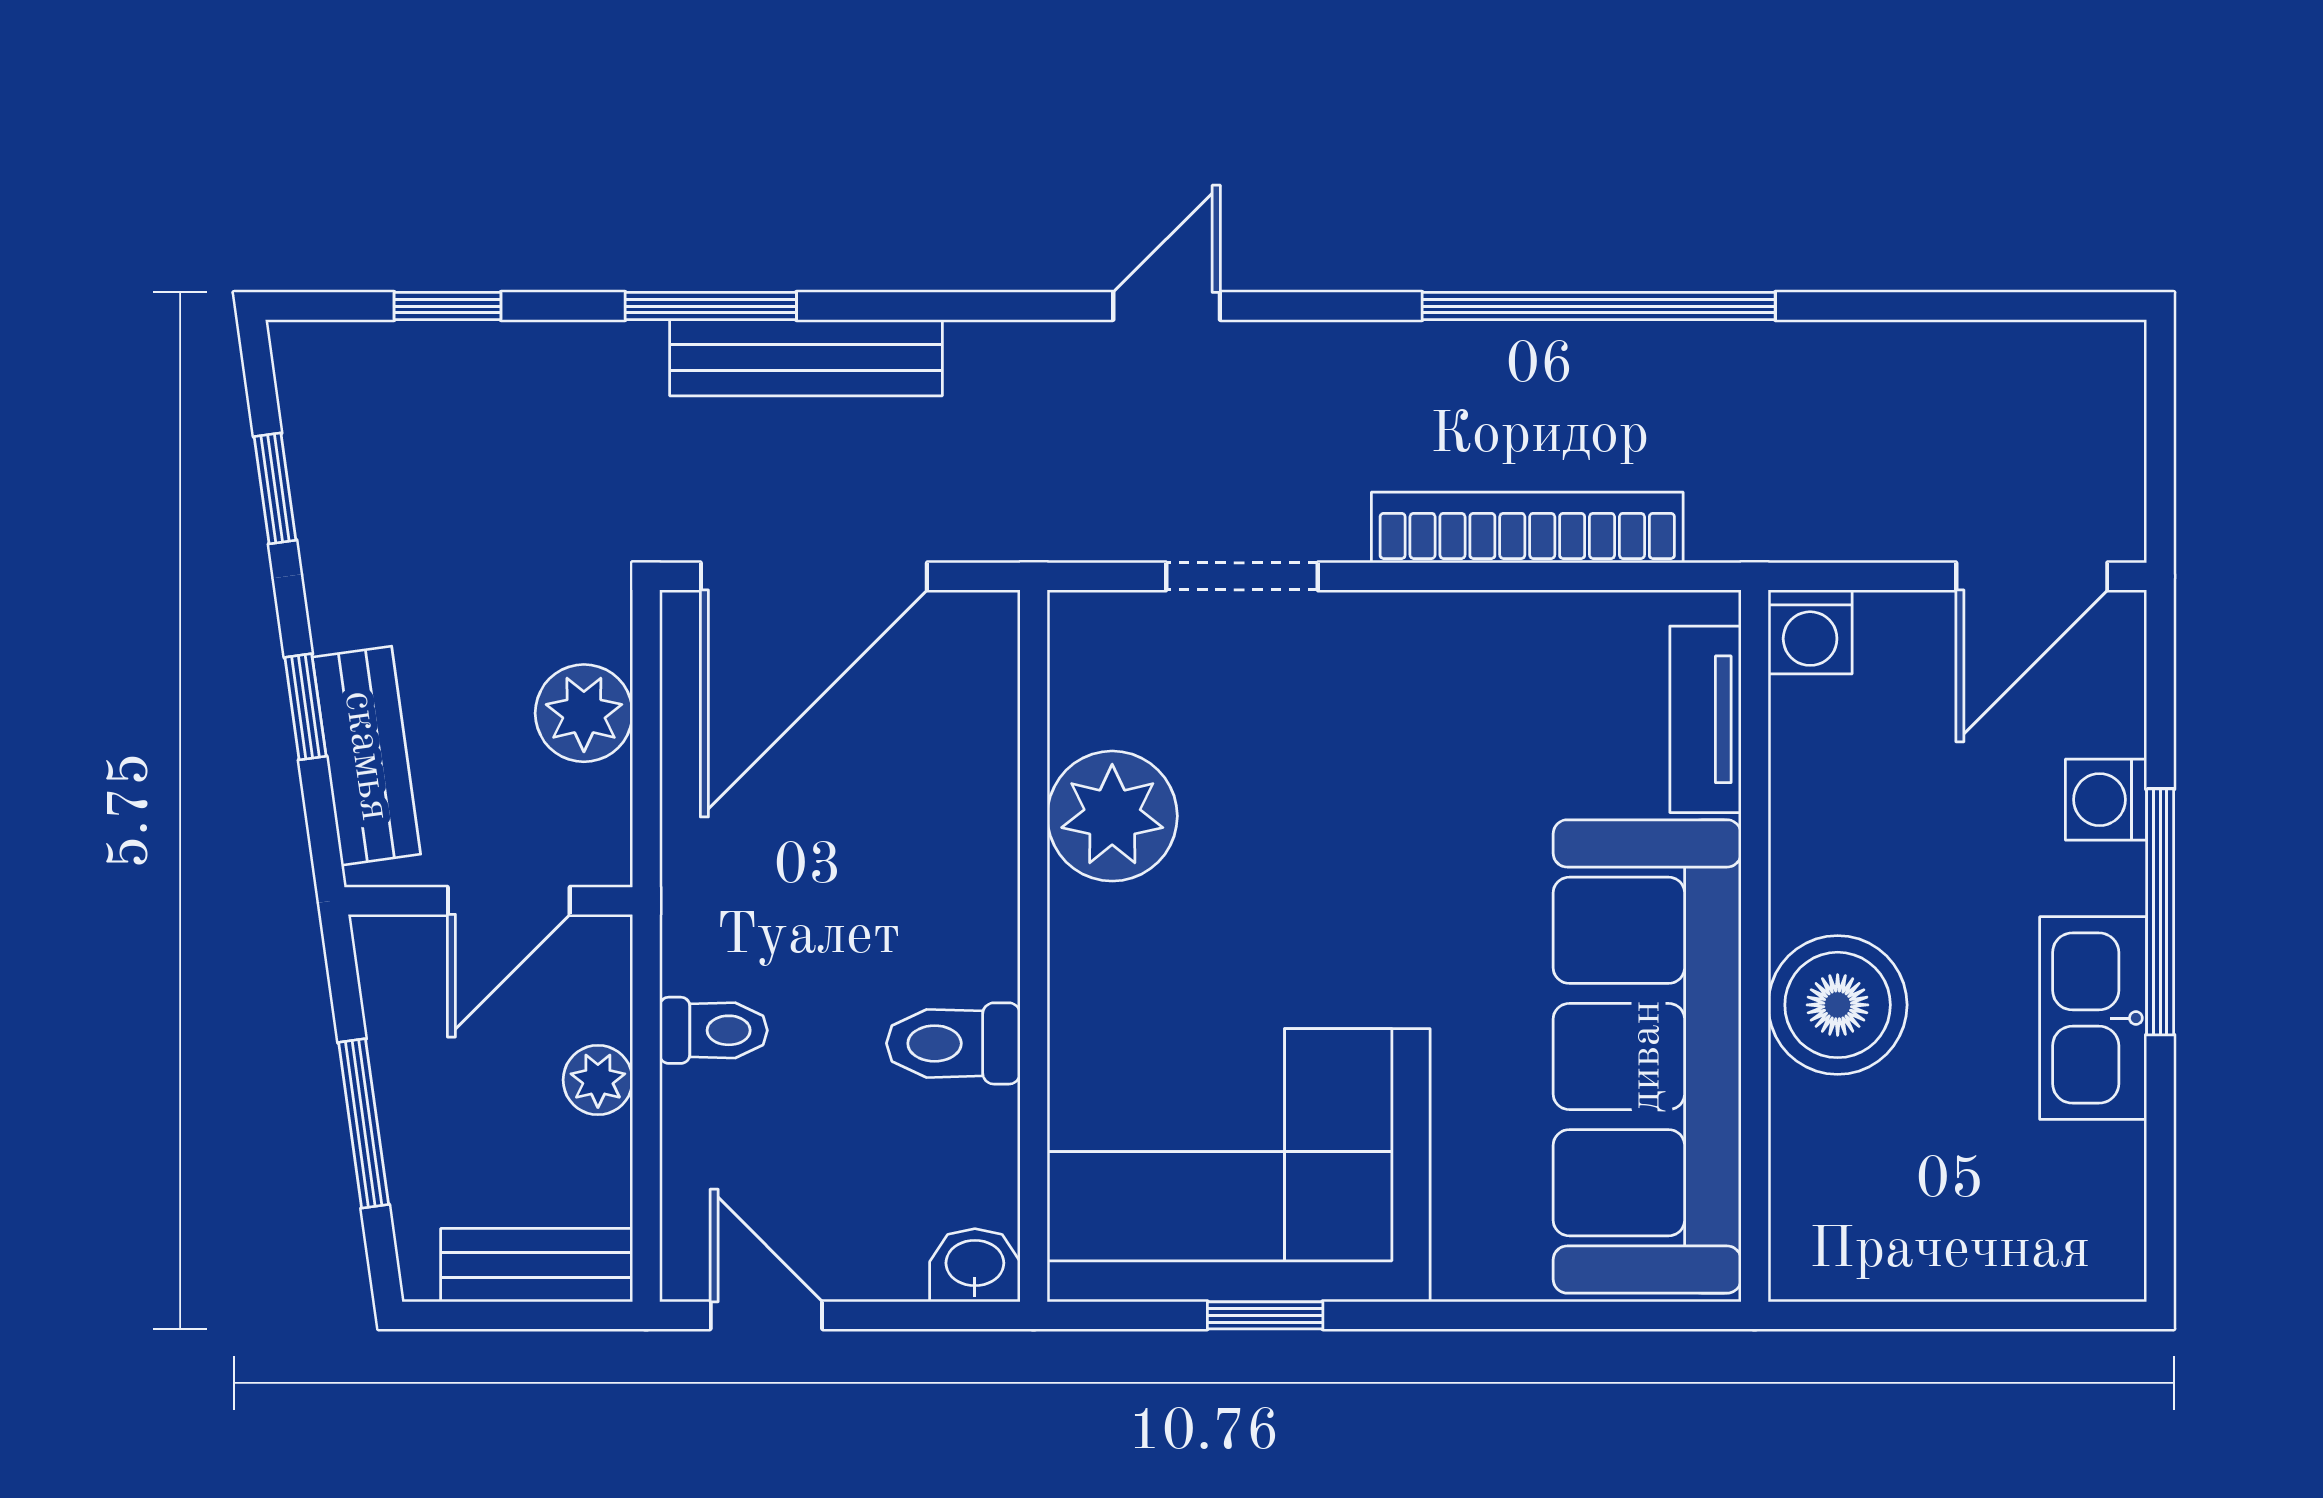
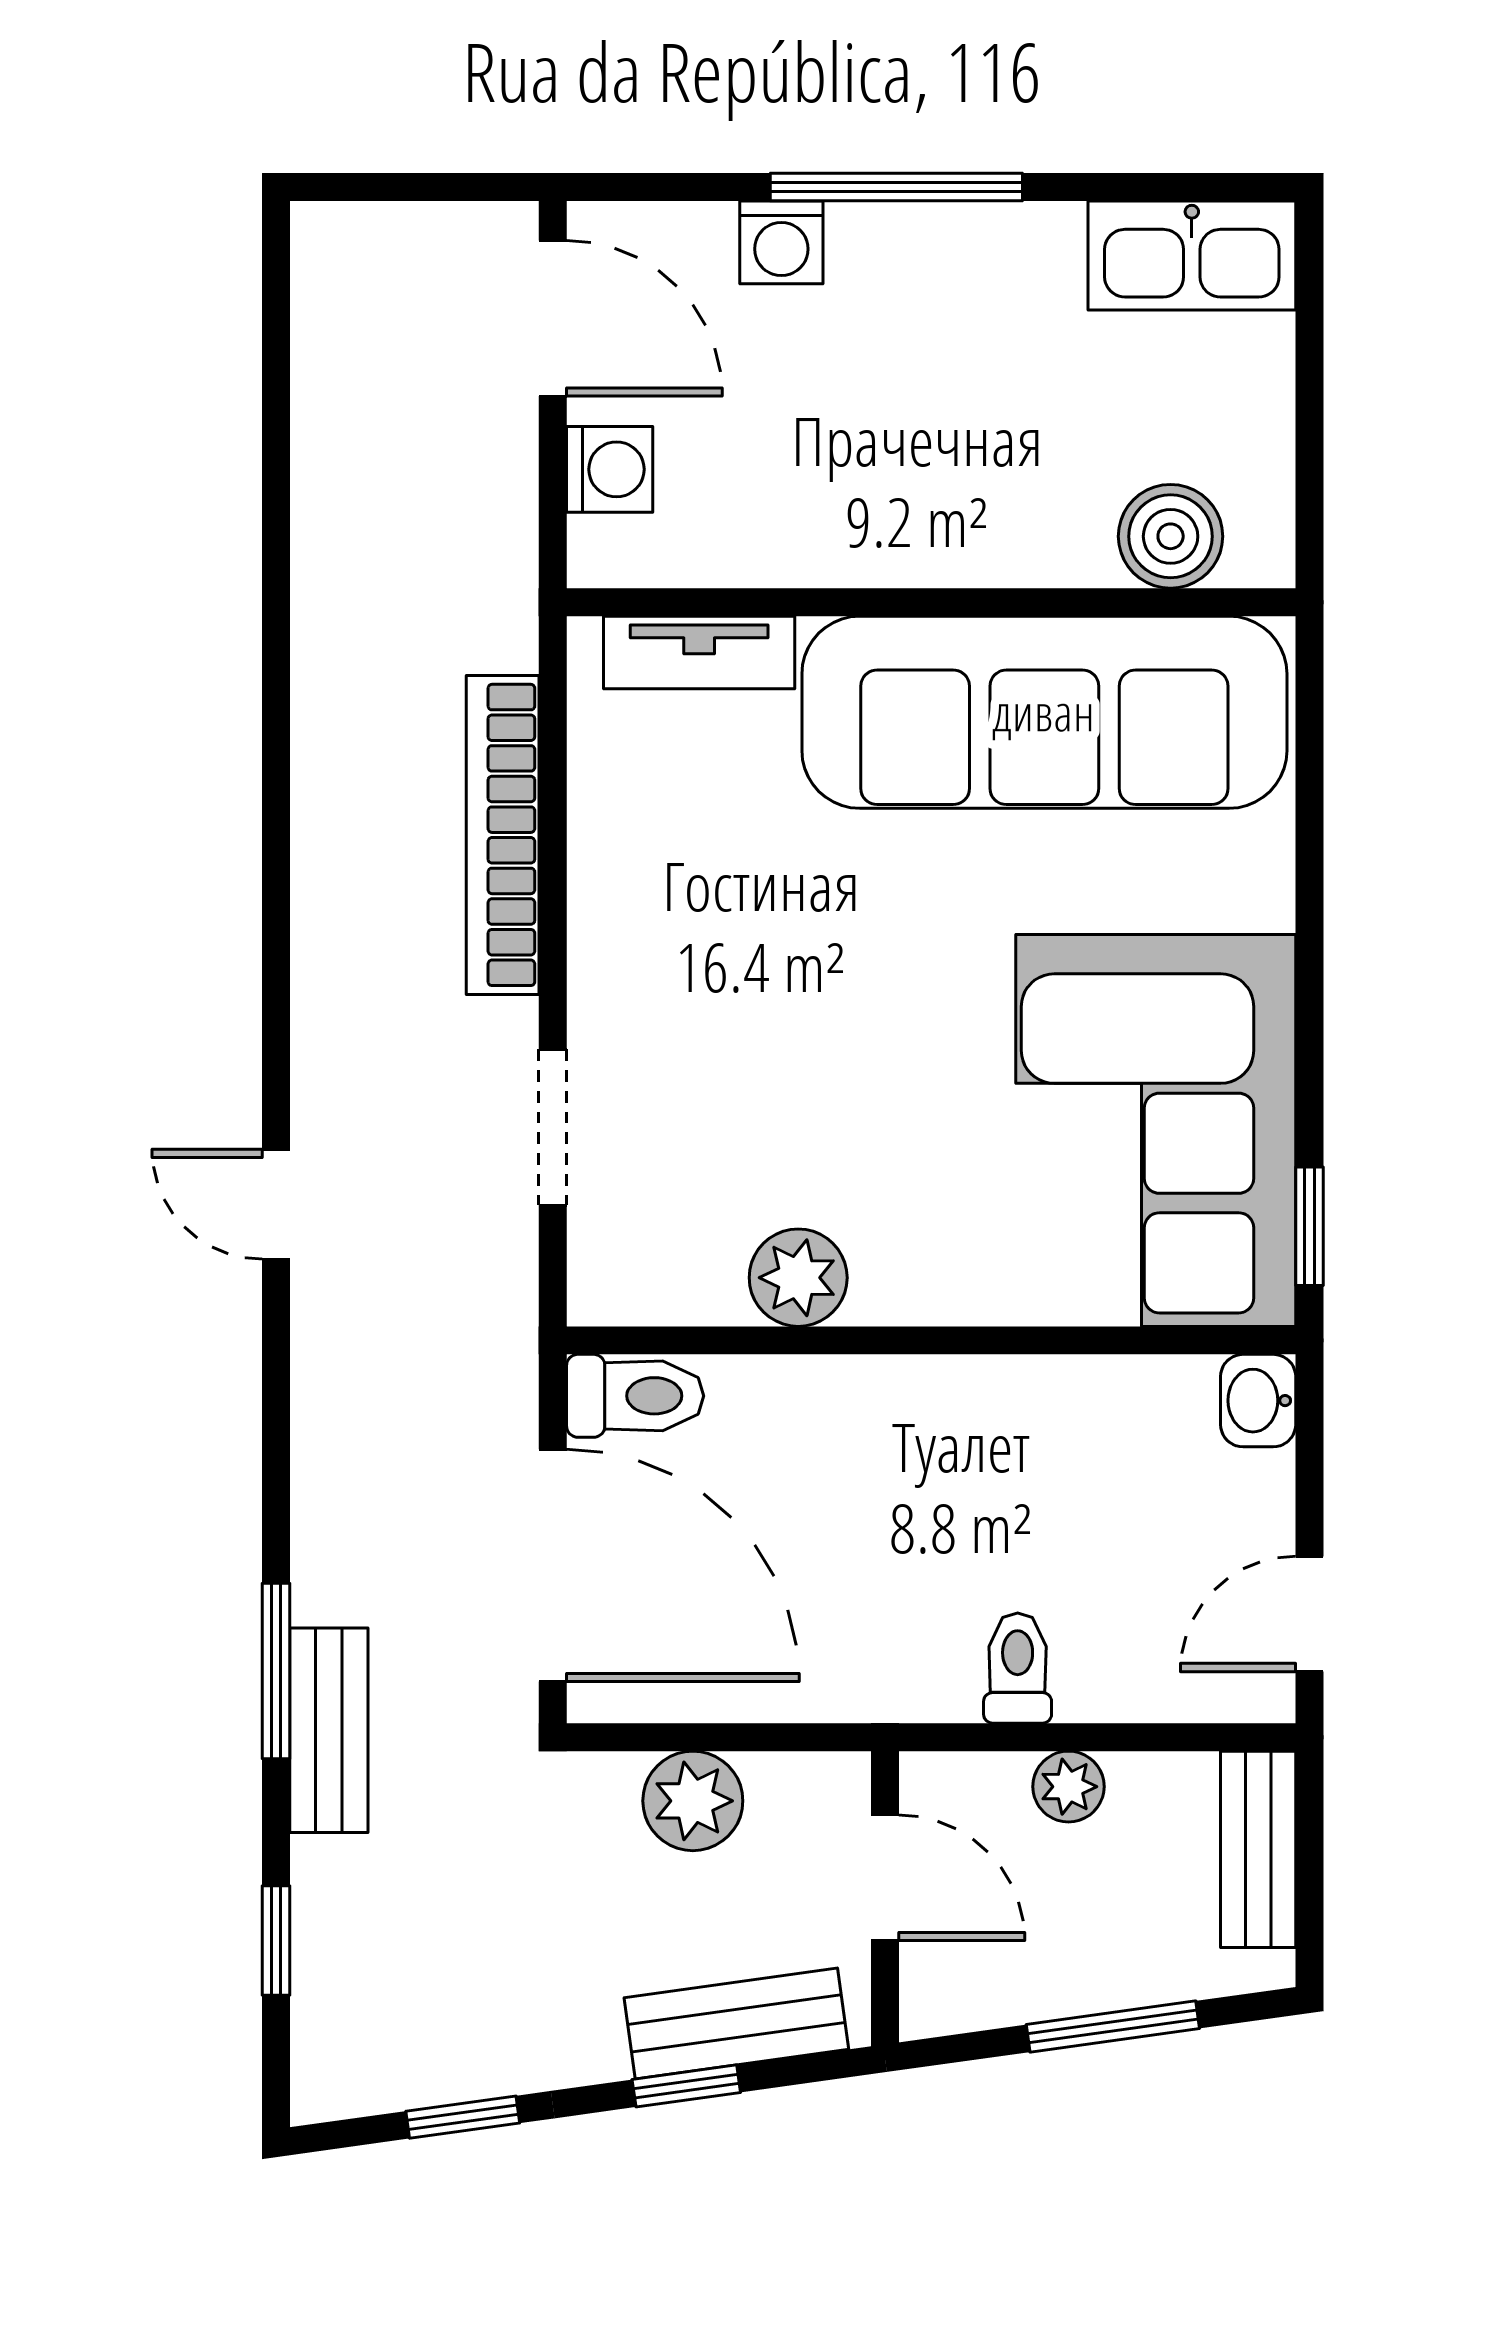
window: (1599, 306) -> (276, 762), removed
bench: (806, 358) -> (329, 1730), moved, width x0.73
washing machine: (1810, 632) -> (610, 469), moved
plant: (1112, 816) -> (798, 1278), width x0.73, depth x0.73
boiler: (1838, 1005) -> (1171, 536), moved, width x0.73, depth x0.73
kitchen sink: (2093, 1018) -> (1192, 256), moved
toilet: (953, 1043) -> (635, 1396), moved, turned -90
window: (1265, 1315) -> (1309, 1226), moved

